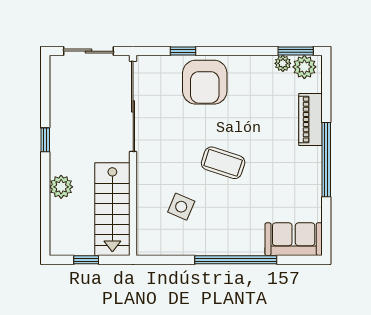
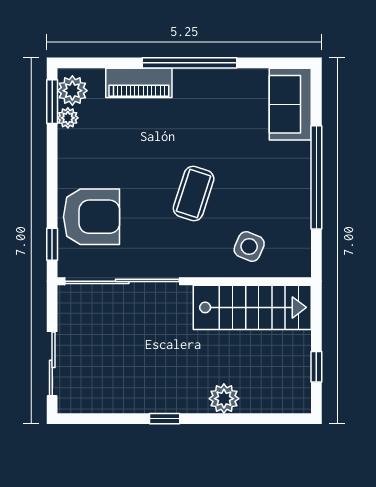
sliding door: (133, 106) -> (122, 281), moved
wall: (133, 155) -> (184, 281), moved
stairs: (112, 209) -> (252, 307), moved

